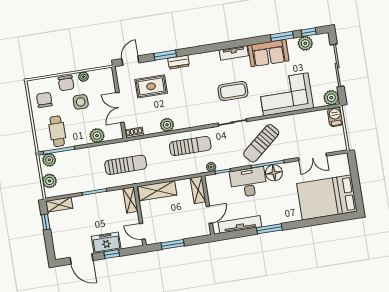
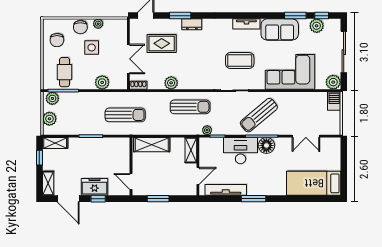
chair: (44, 100) -> (57, 40), turned 180
double door: (120, 107) -> (128, 59), swing flipped
bed: (327, 197) -> (314, 183), width x0.67
shelving: (130, 200) -> (48, 183), moved

